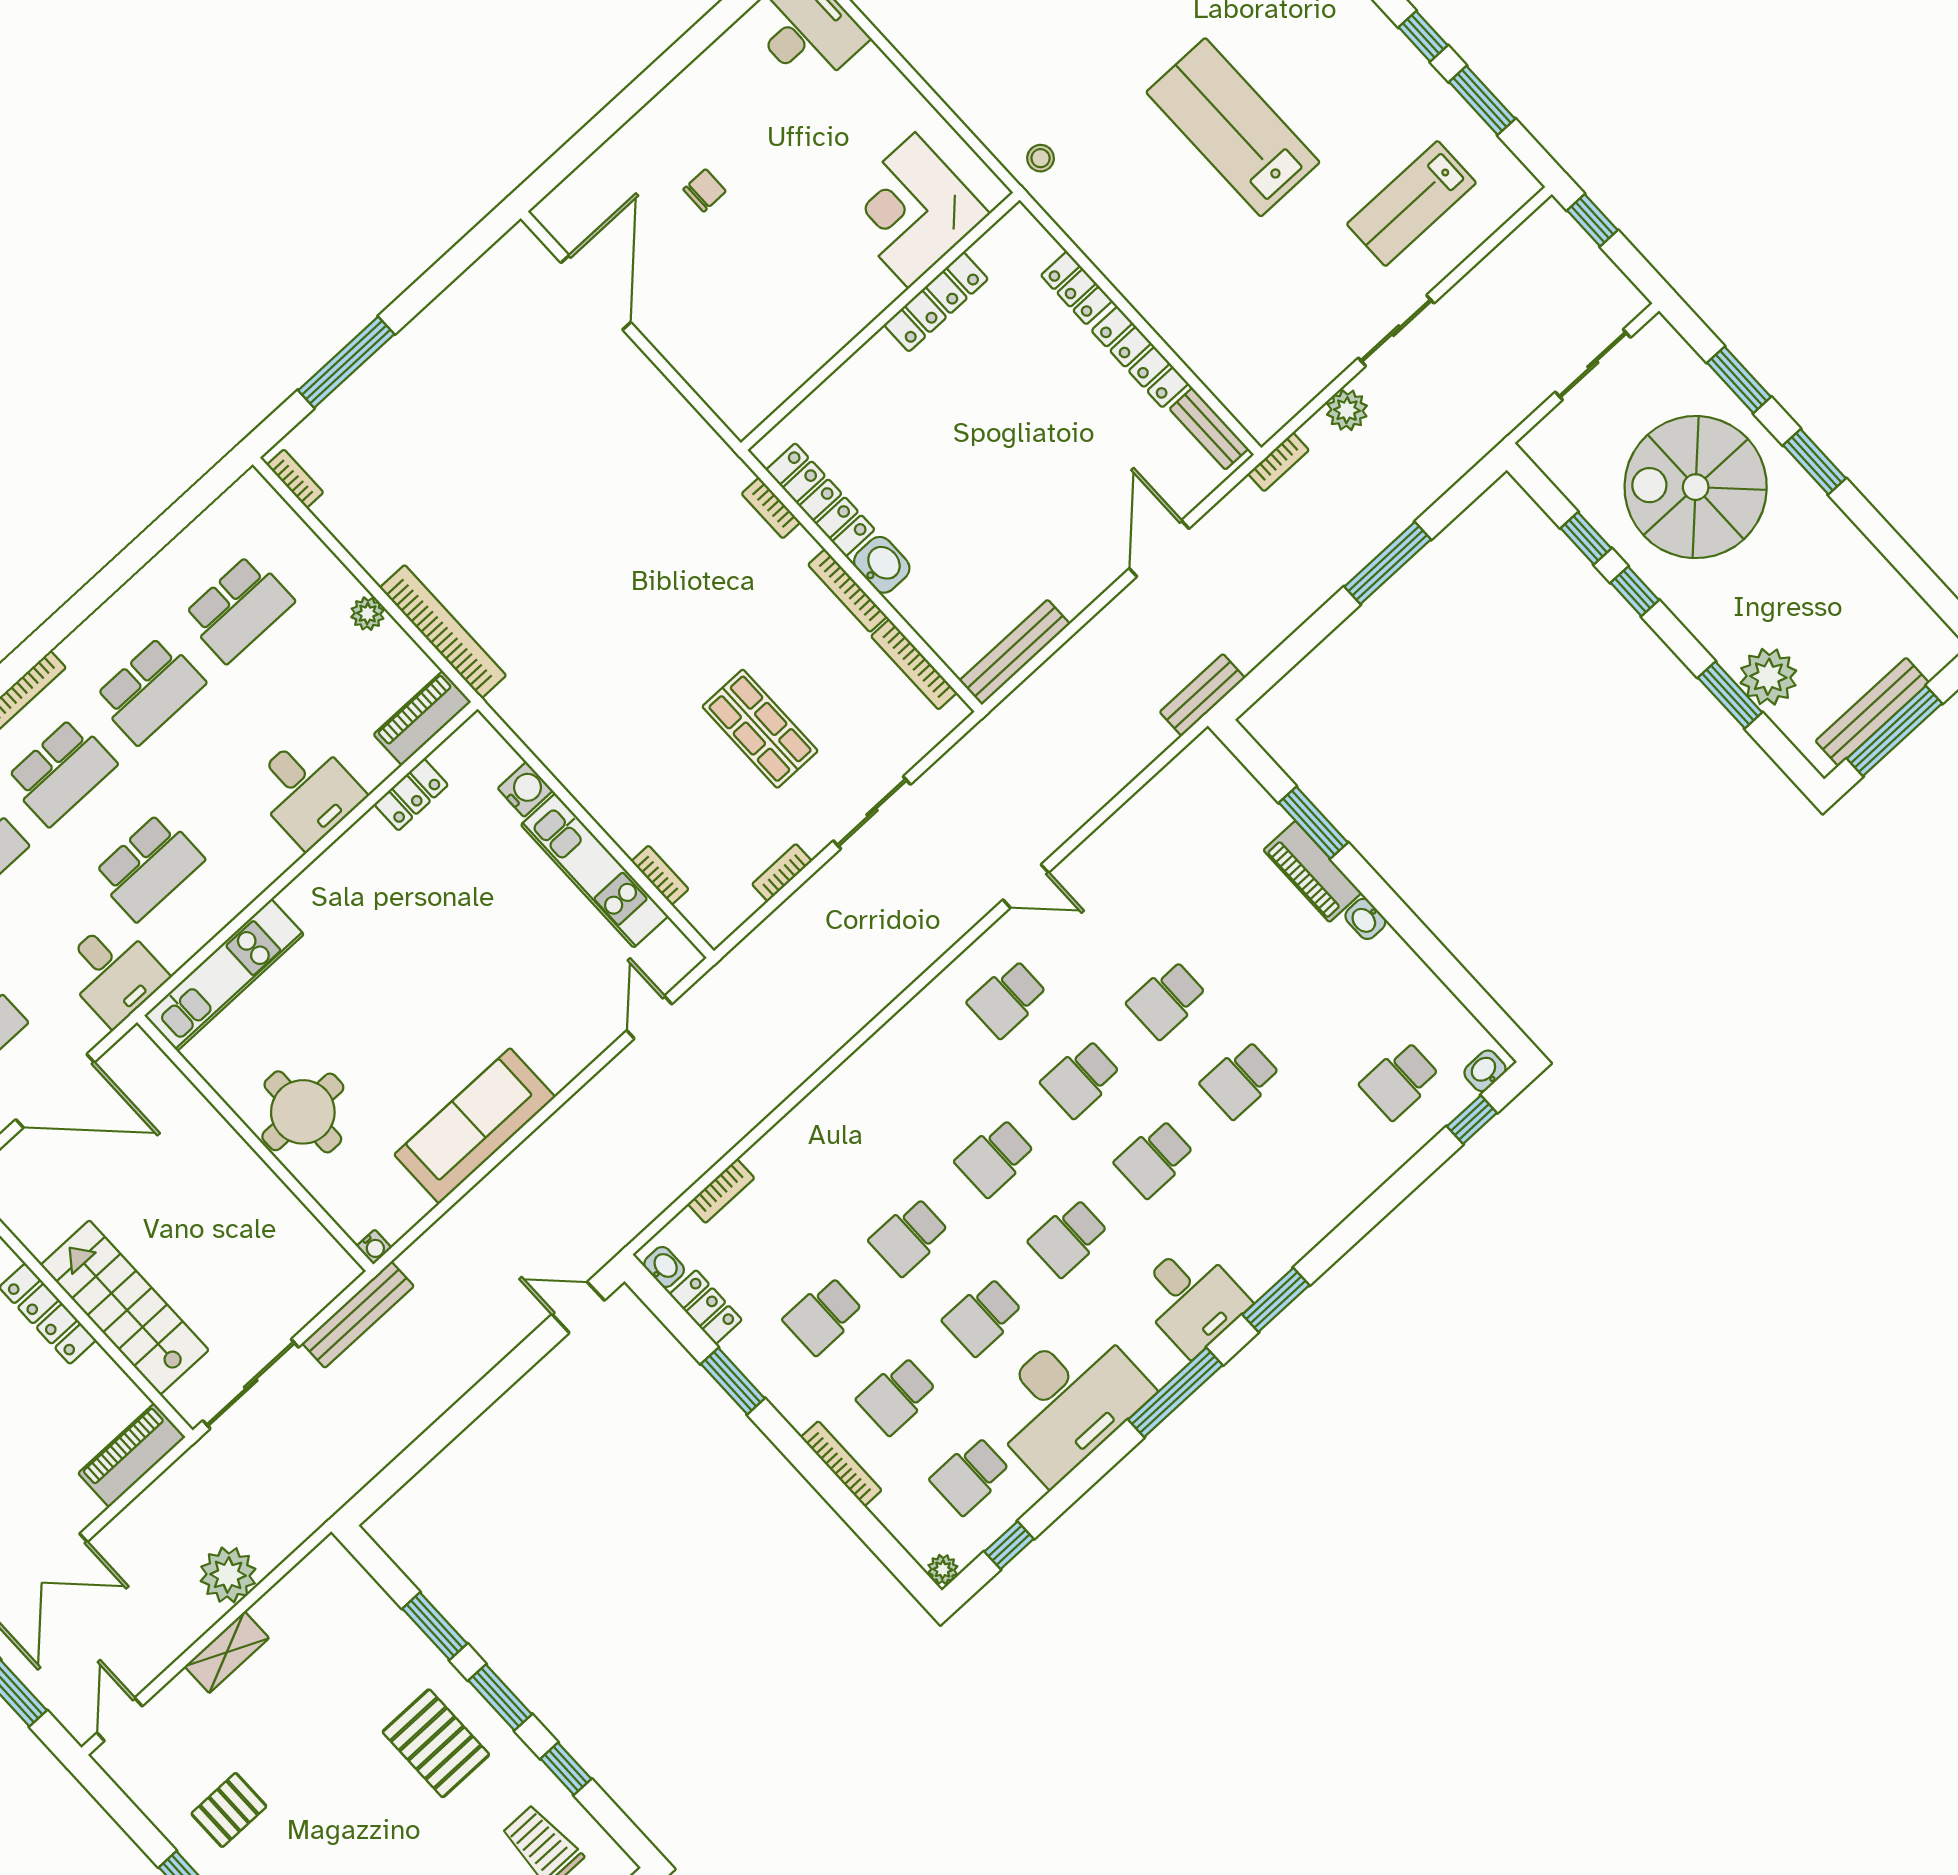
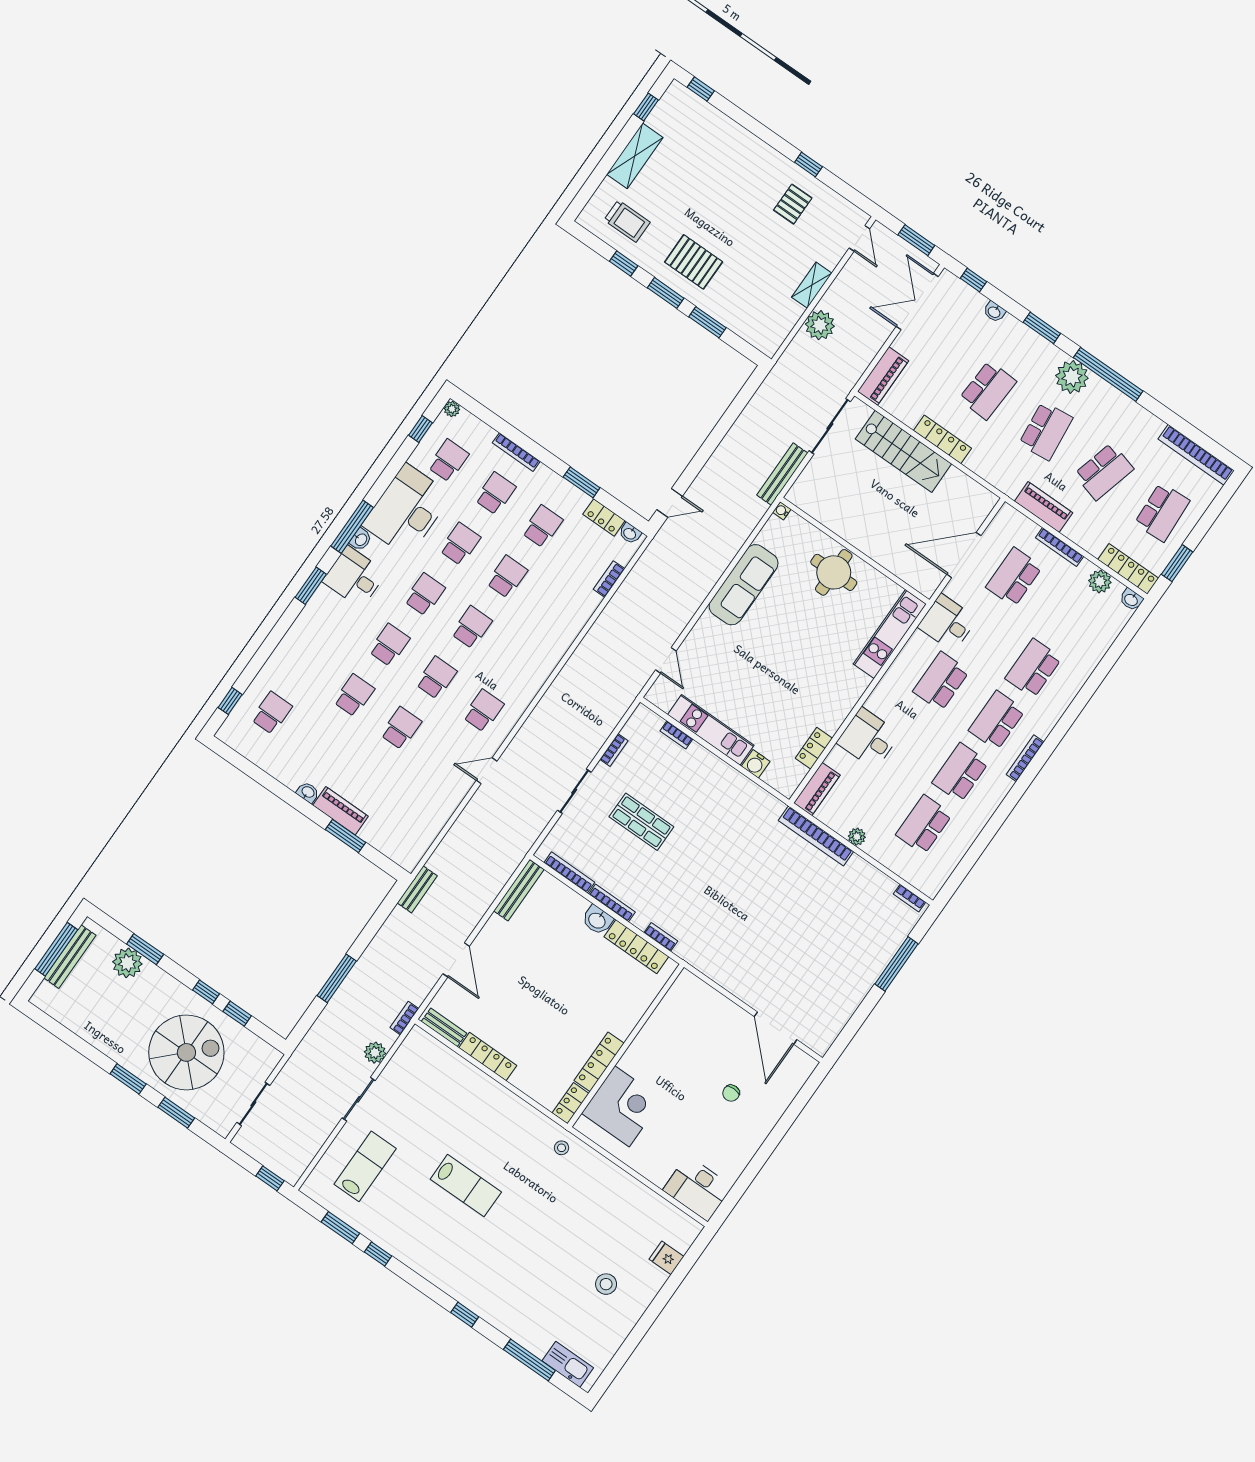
lab bench: (1233, 127) -> (466, 1186), width x0.73, depth x0.72
locker: (1077, 288) -> (571, 1103), moved, turned -90
washbasin: (1485, 1071) -> (361, 539), moved

